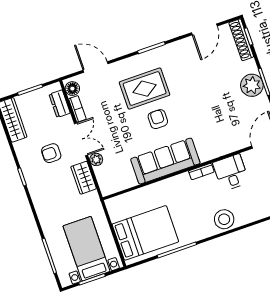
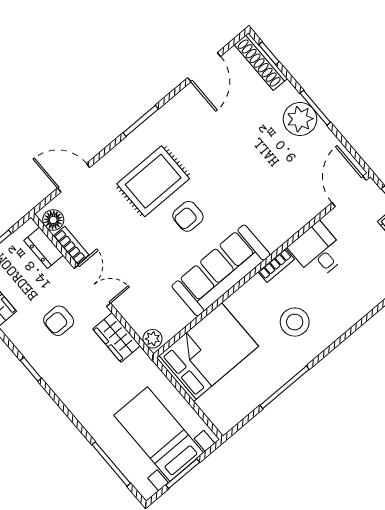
armchair: (158, 119) -> (188, 216), turned -90
plant: (96, 159) -> (153, 339), moved
stool: (224, 219) -> (295, 322), moved
bed: (145, 233) -> (208, 352), moved

